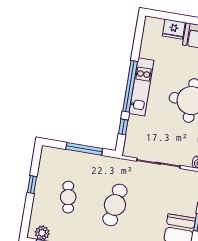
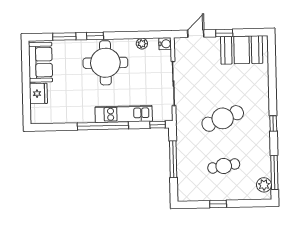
kitchen unit: (141, 87) -> (124, 114), moved
window: (123, 127) -> (158, 125), moved
cafe table: (115, 205) -> (223, 118), turned -30

